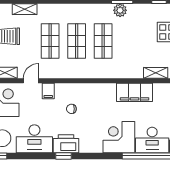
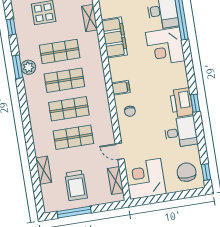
shop shelf: (130, 41) -> (60, 52), added
filing cabinet: (48, 91) -> (121, 88), moved
chair: (71, 109) -> (130, 111), moved
desk: (34, 139) -> (181, 132), width x0.73

